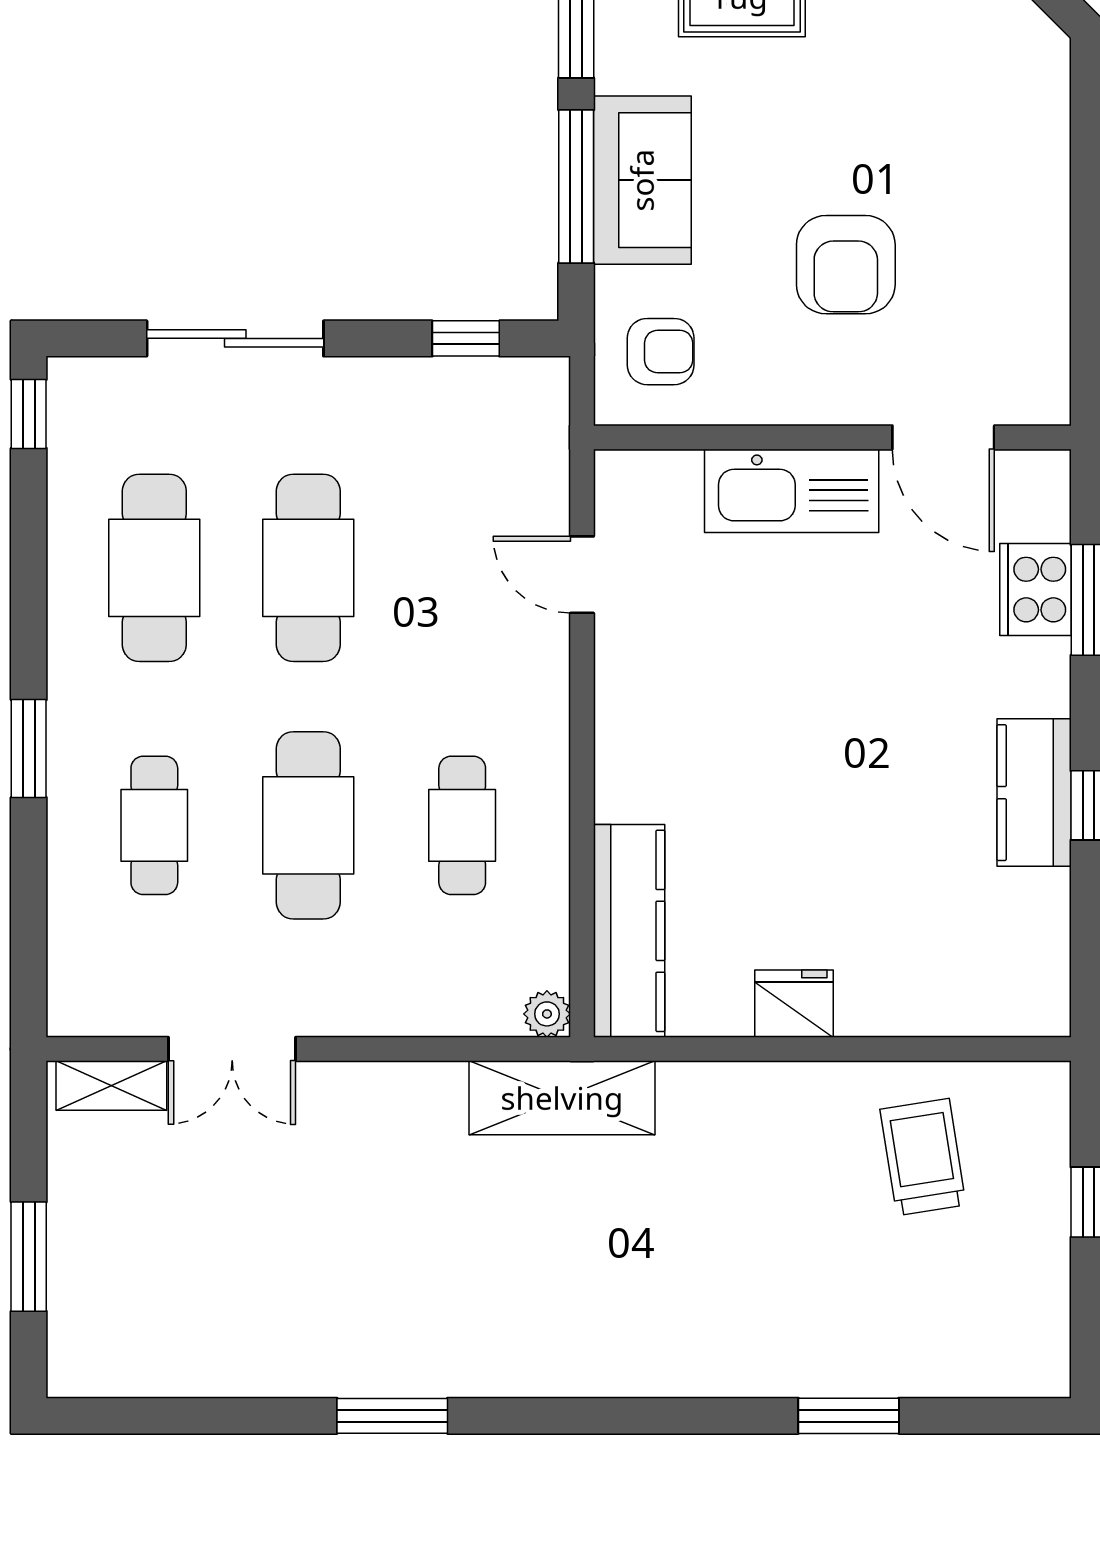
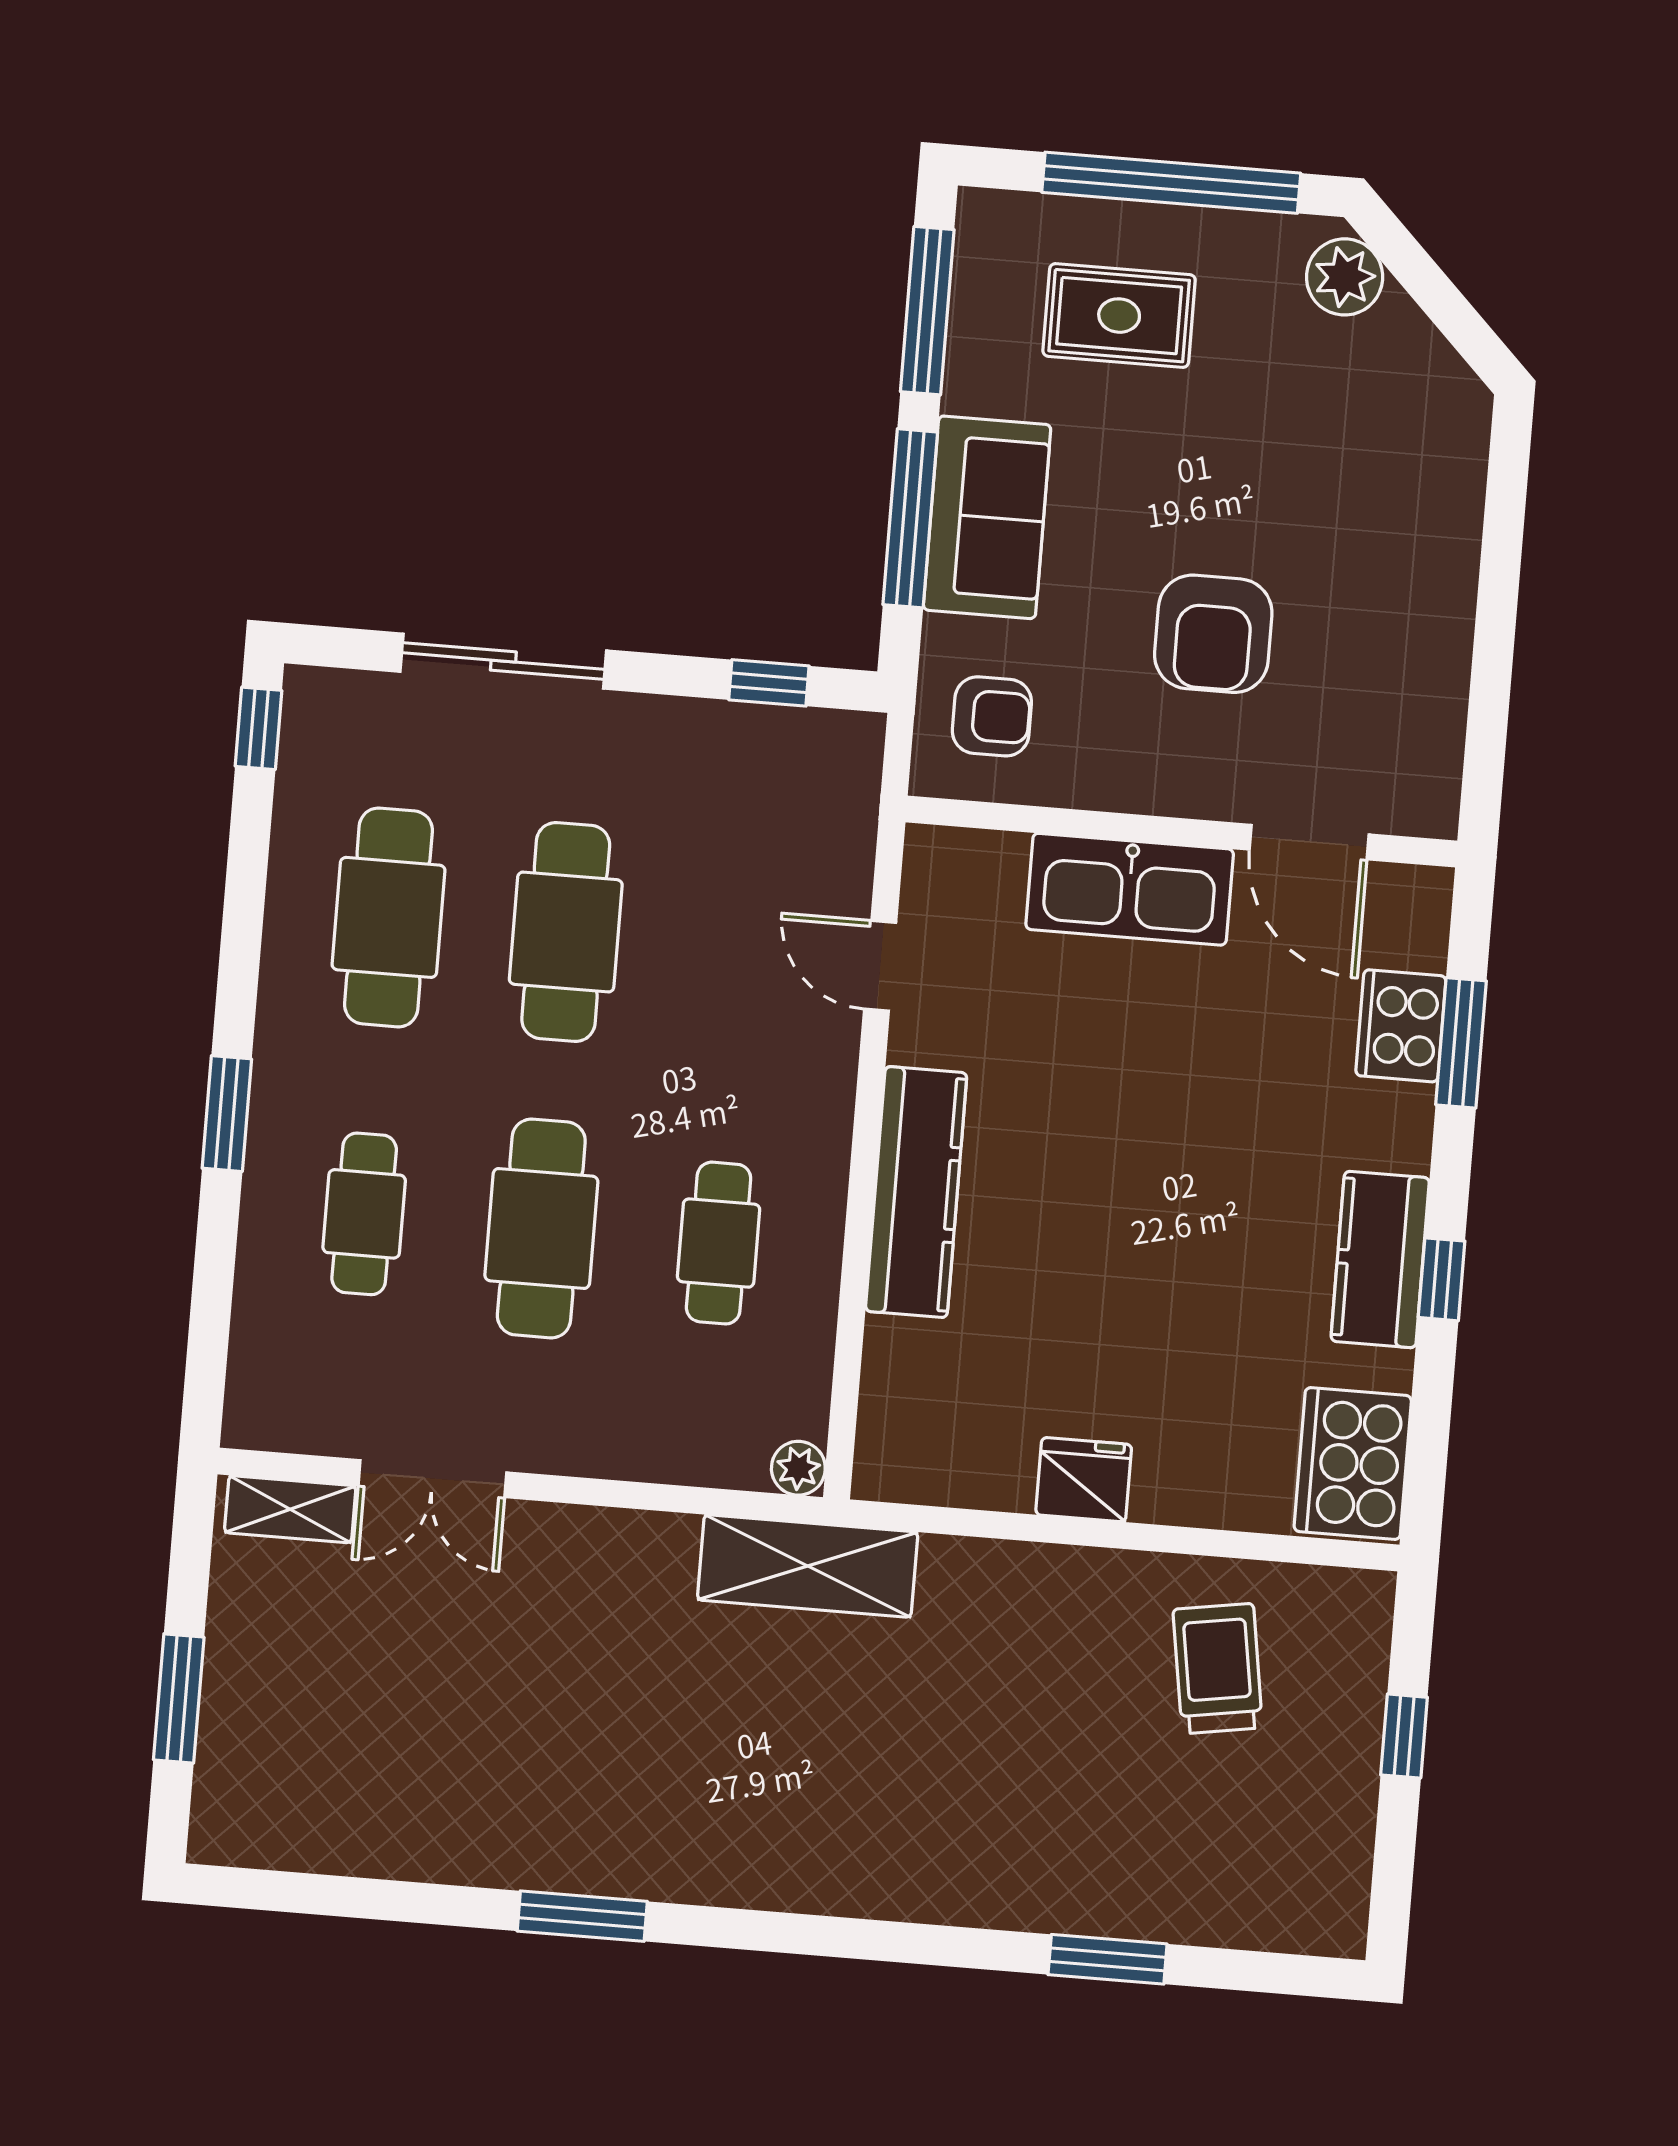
kitchen counter: (629, 931) -> (916, 1192), moved
cooker: (1025, 971) -> (1353, 1464), added

